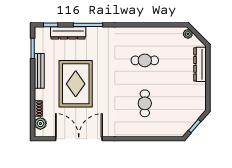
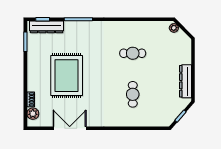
dresser: (68, 33) -> (47, 27), moved
dresser: (200, 64) -> (186, 81), moved
bench: (39, 71) -> (32, 63), removed
double door: (79, 139) -> (70, 128), width x0.73

